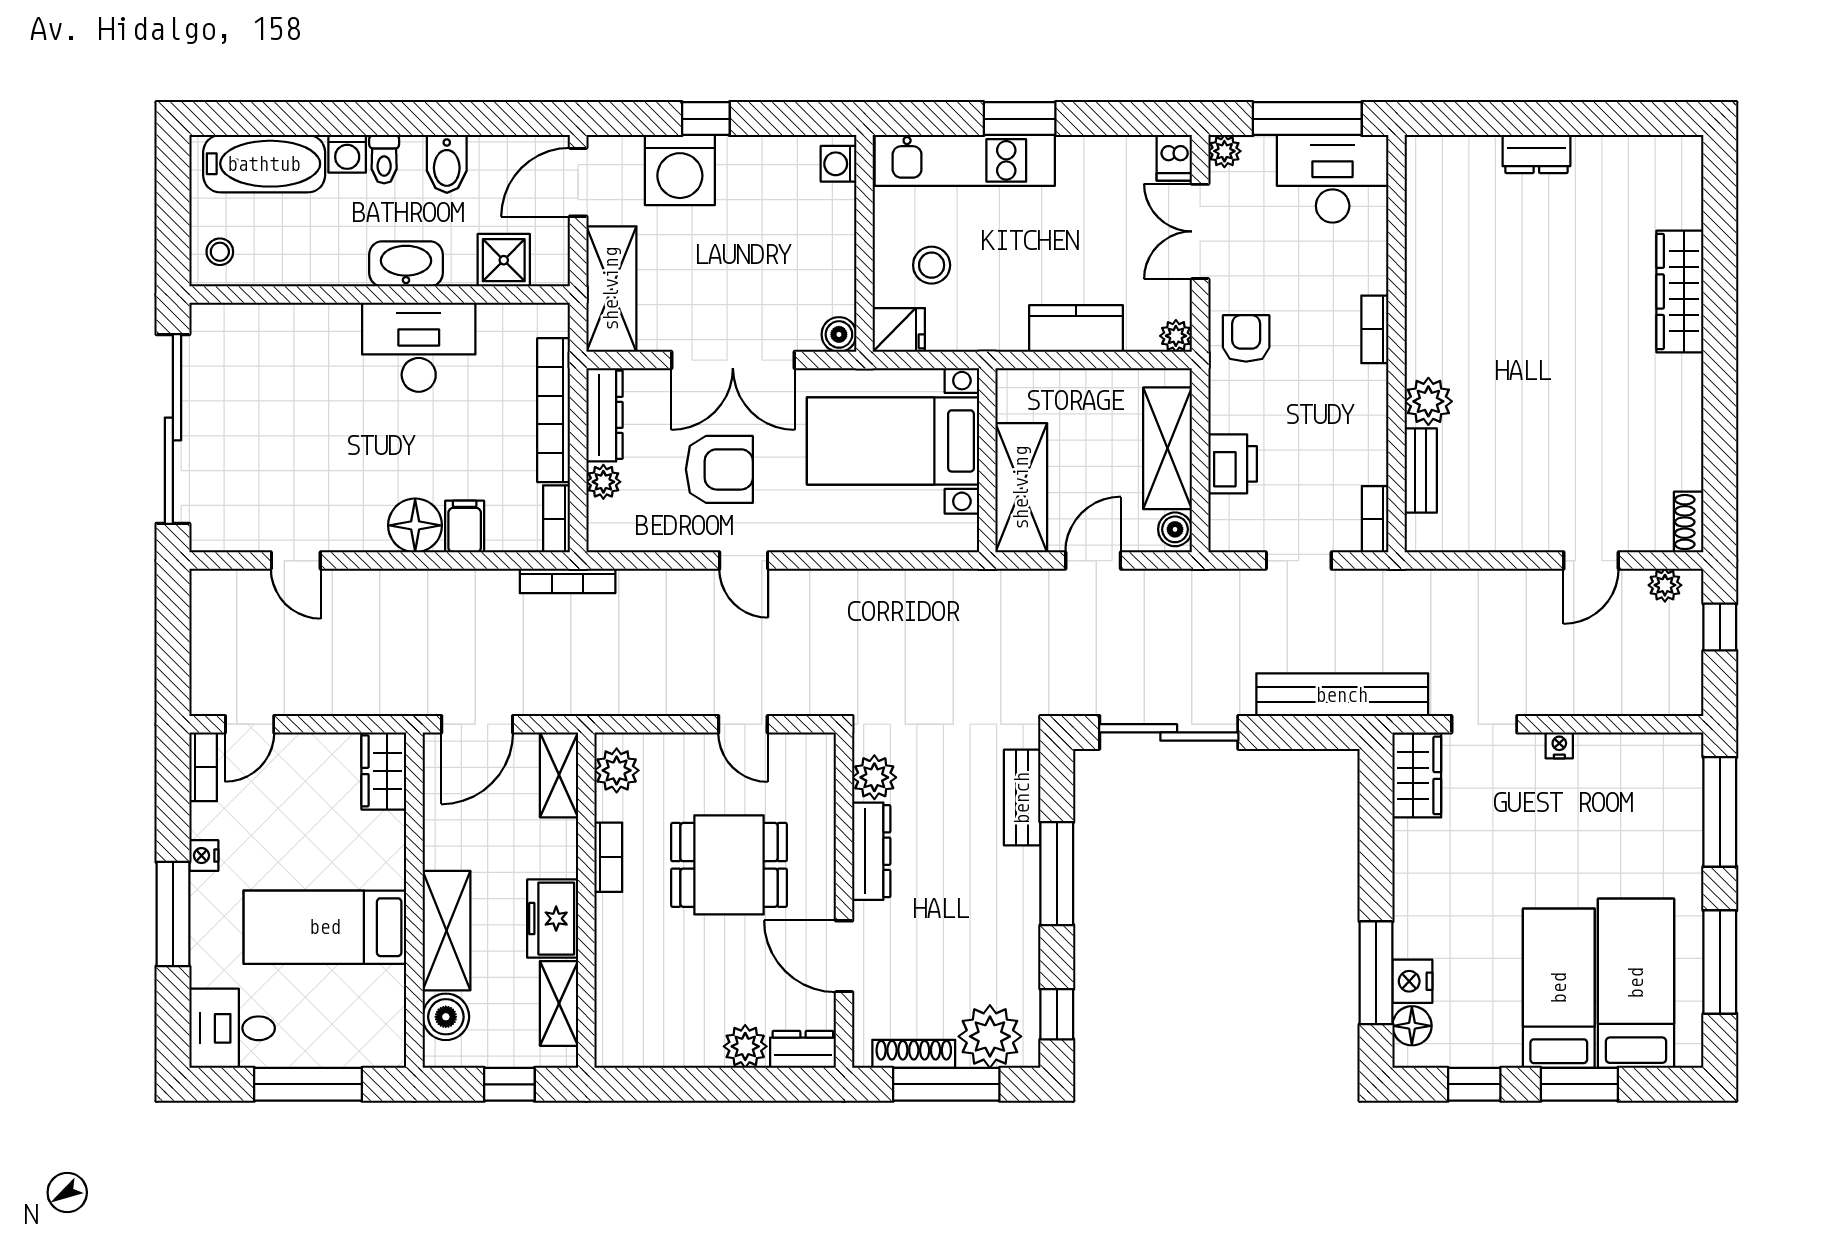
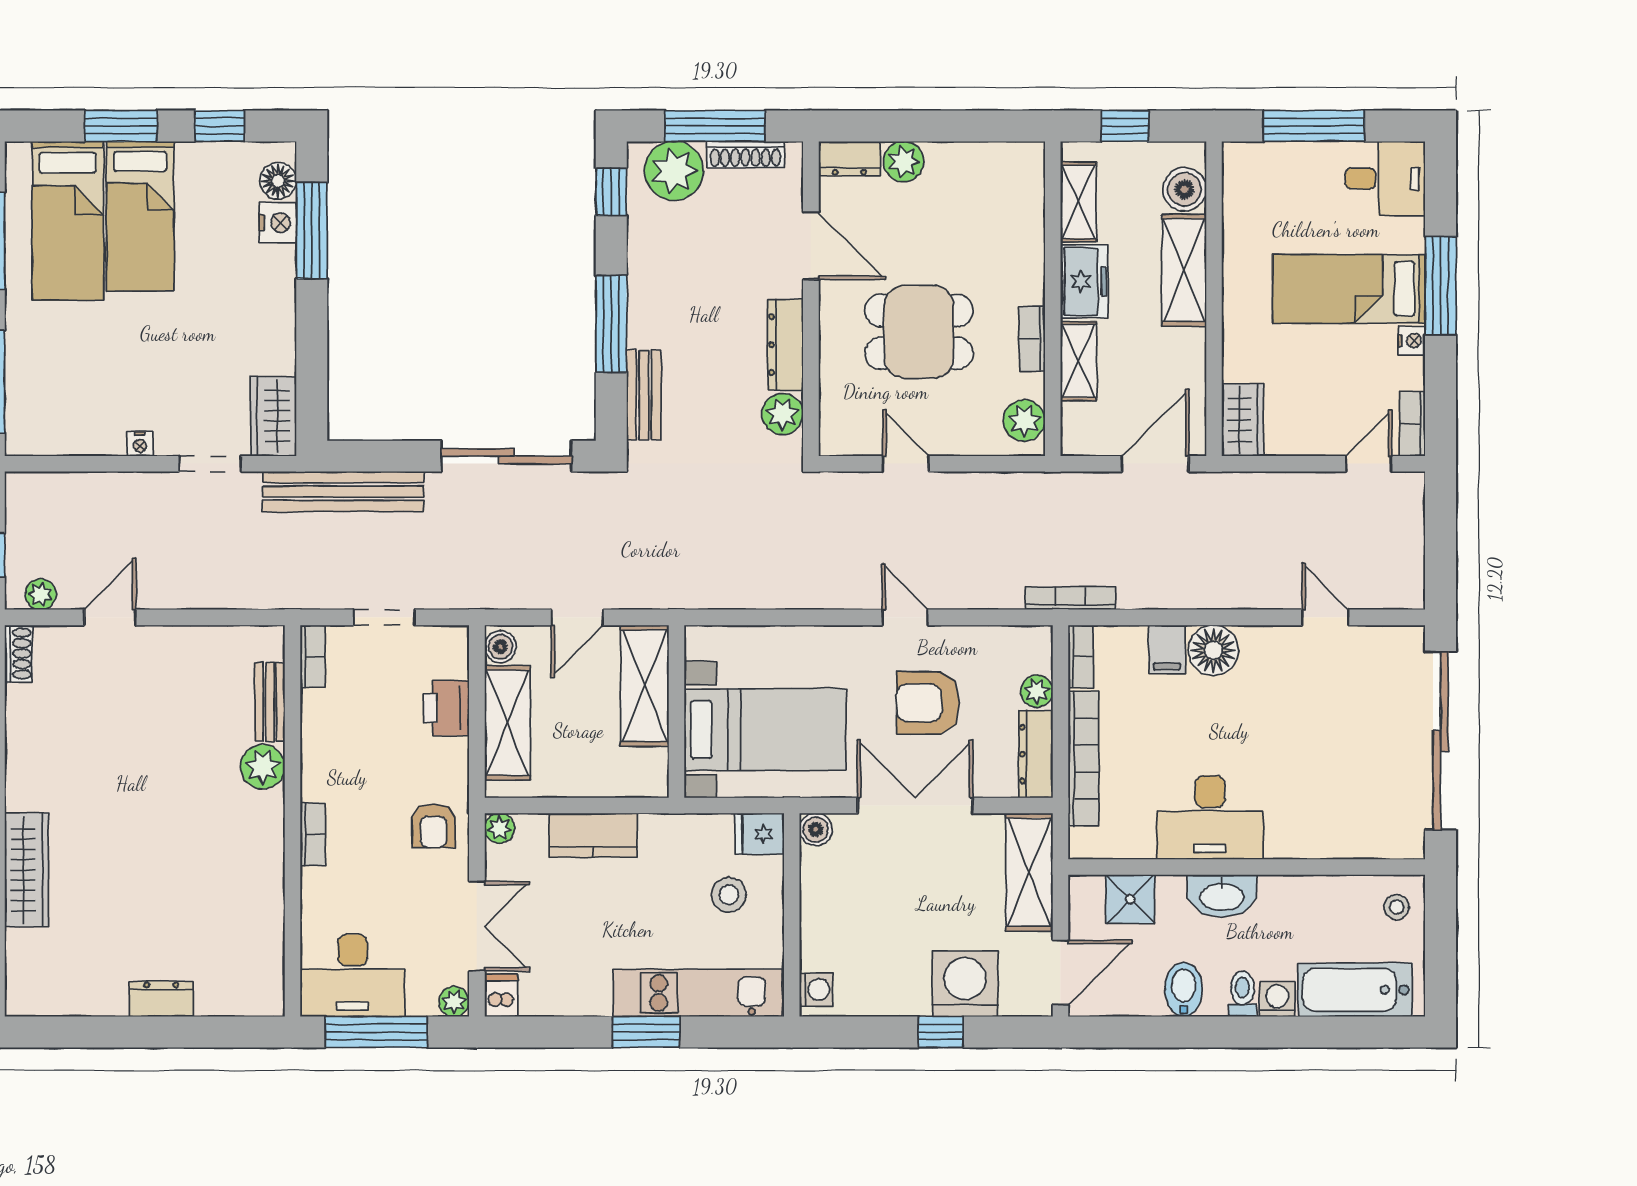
shelving: (559, 775) -> (1078, 361), moved
bed: (325, 927) -> (1349, 289), moved, turned 180

